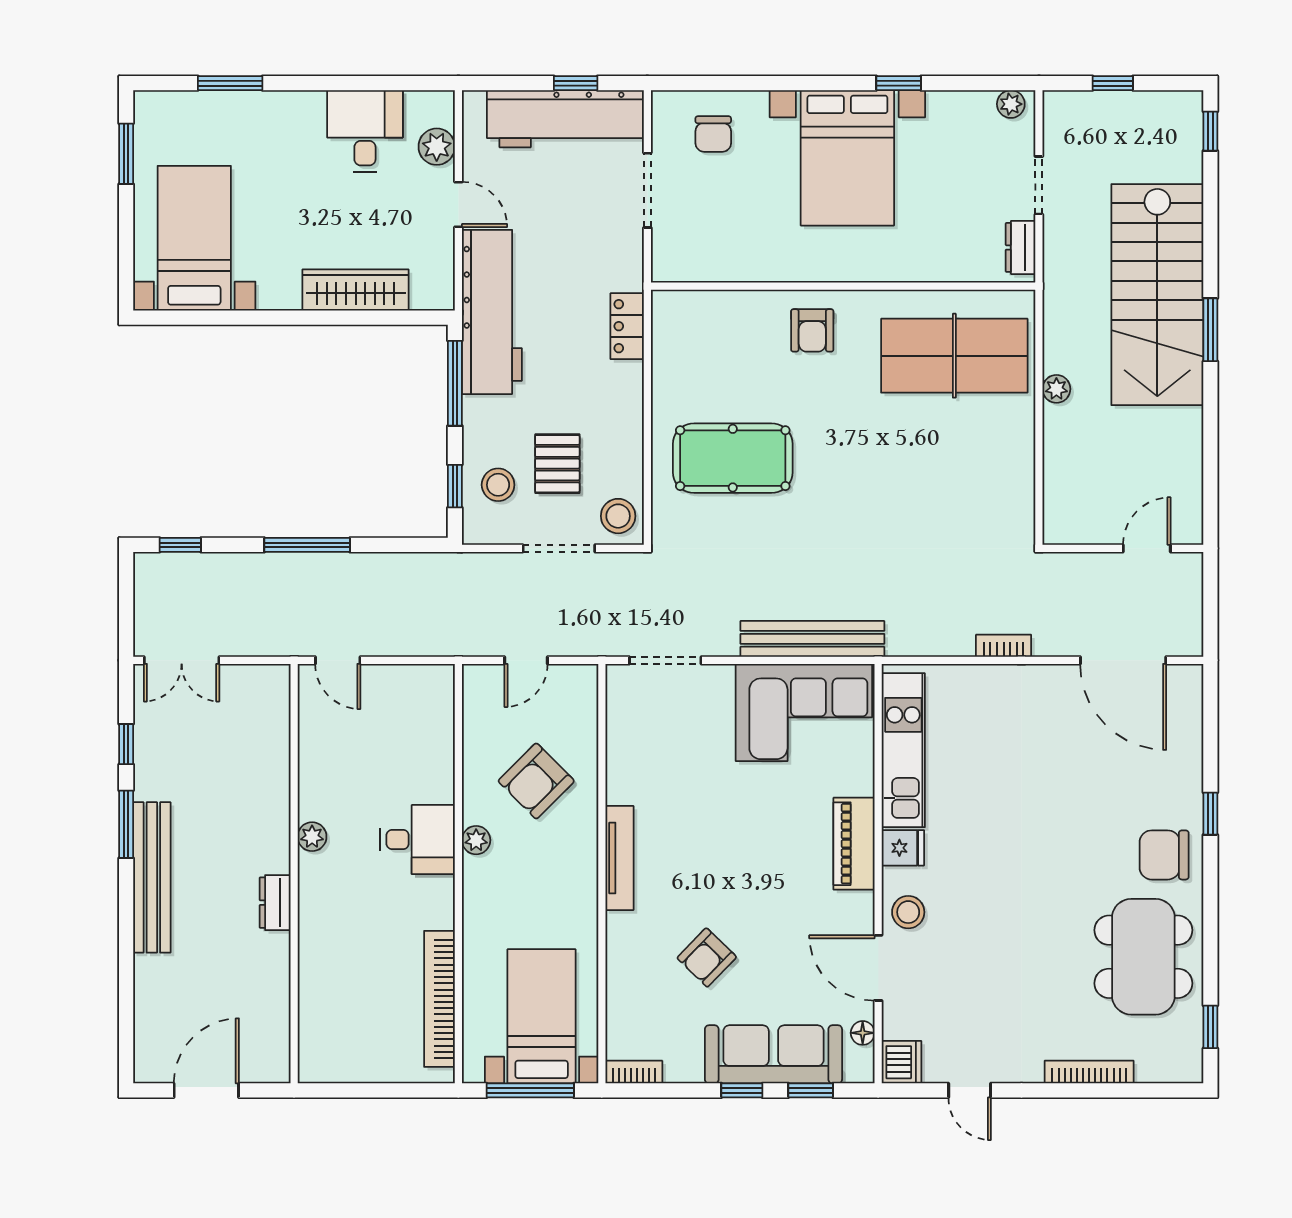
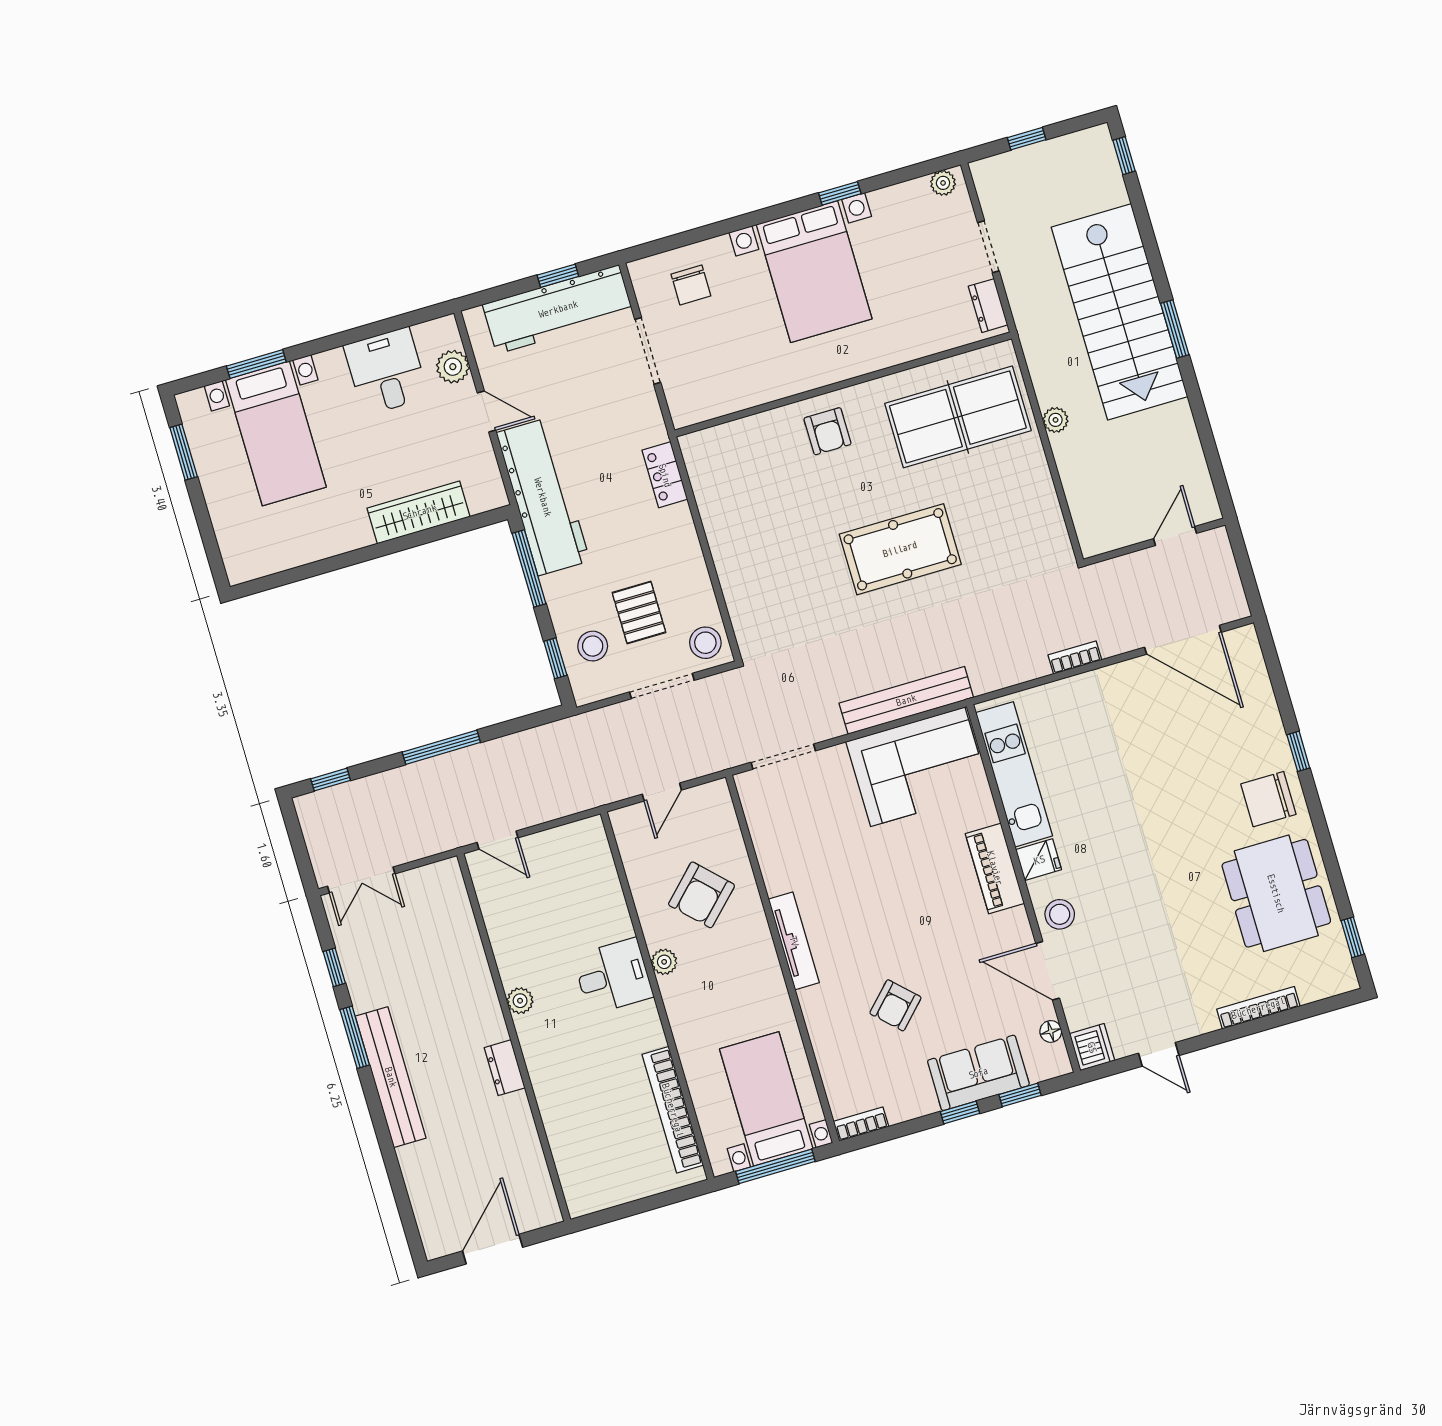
bed with nightstands: (194, 238) -> (276, 433), moved, turned 180
pool table: (733, 458) -> (900, 549), moved
sofa: (773, 1054) -> (978, 1073), width x0.73

